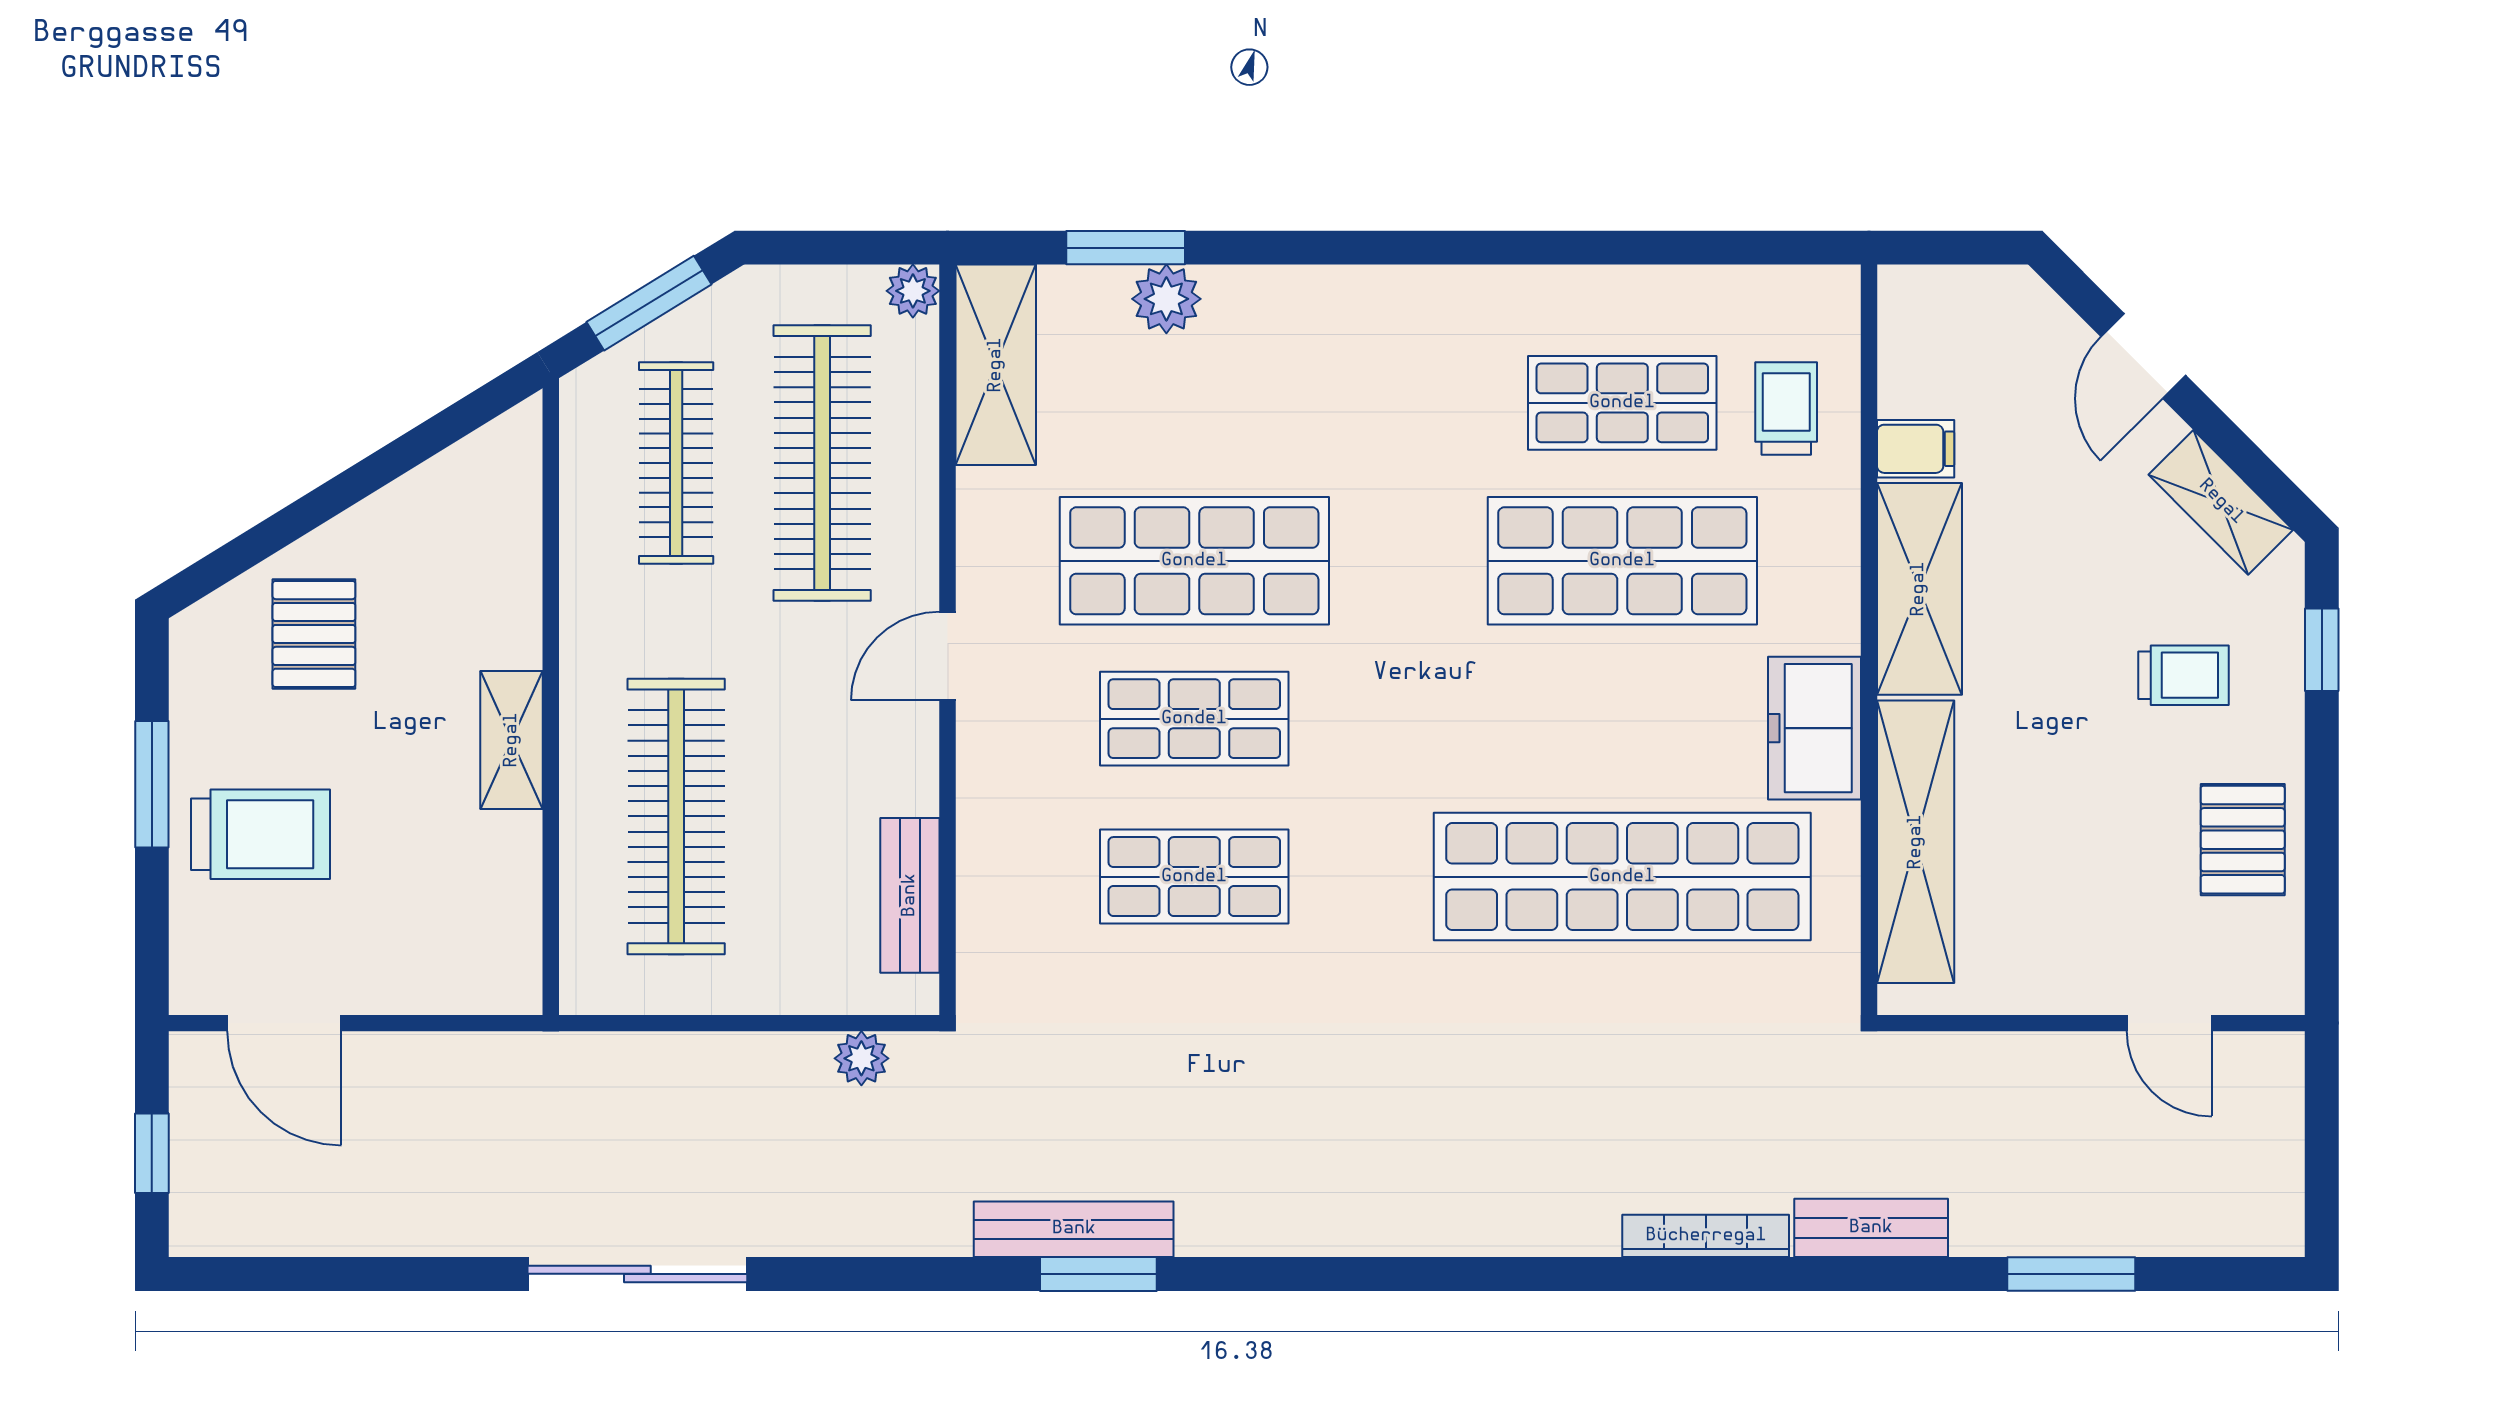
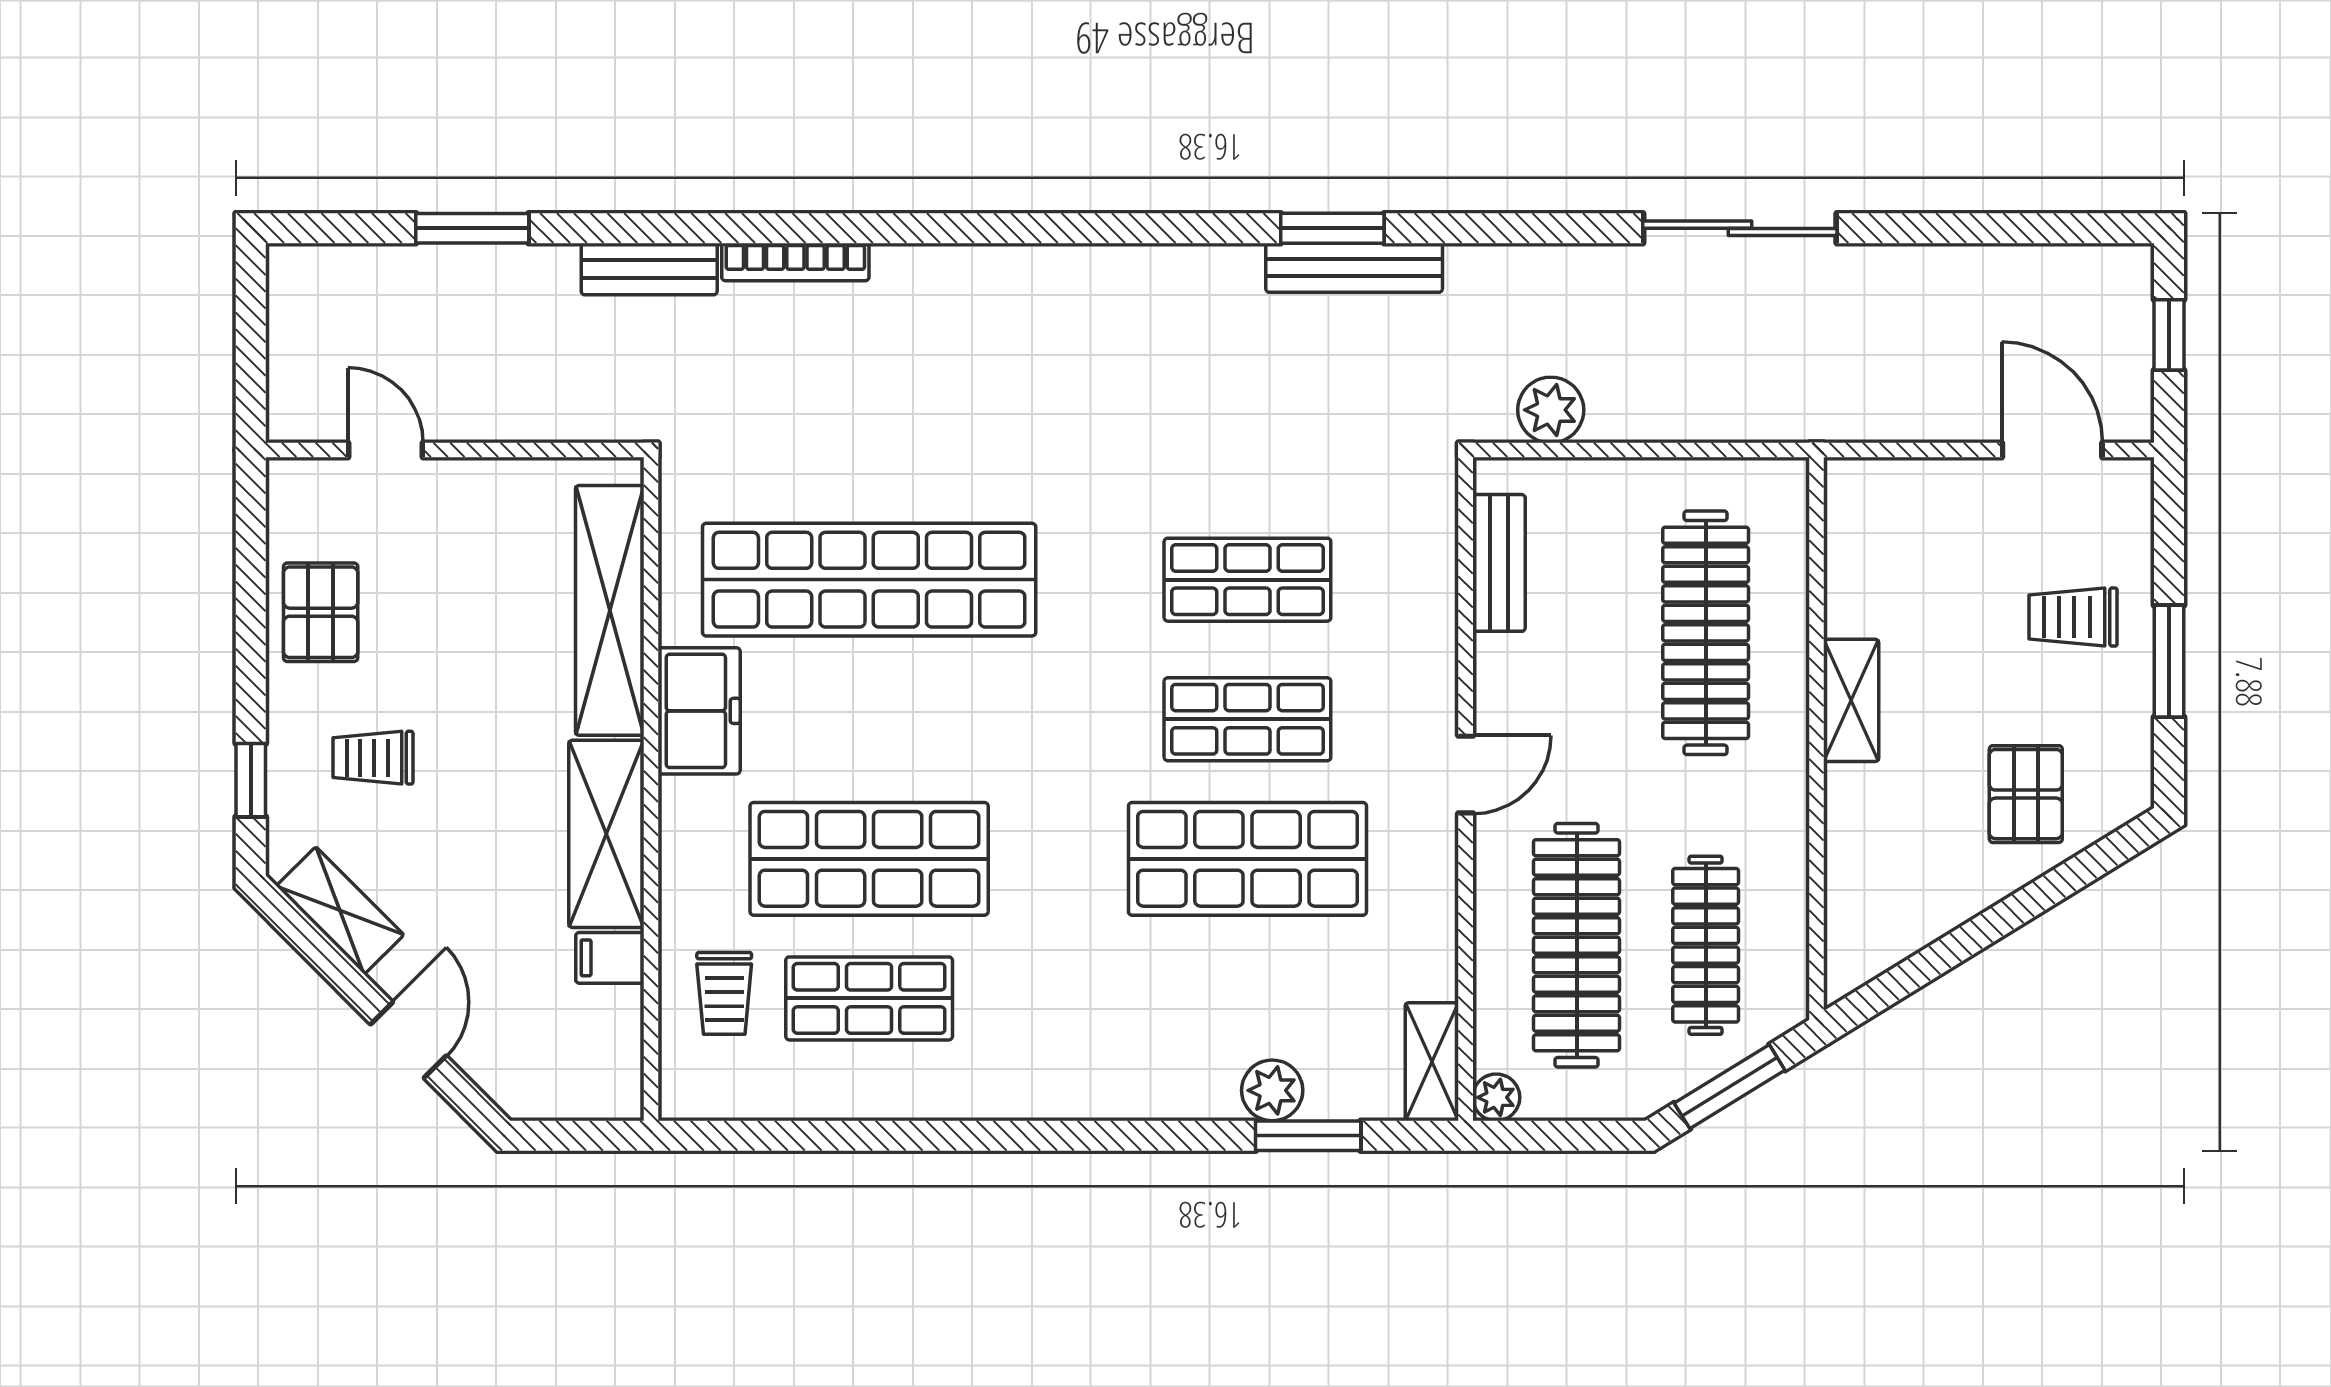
shelving: (996, 365) -> (1432, 1062), width x0.67, depth x0.75
trolley: (260, 834) -> (2073, 617), width x0.73, depth x0.72
plant: (861, 1058) -> (1551, 410), width x1.38, depth x1.38

